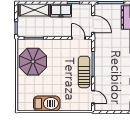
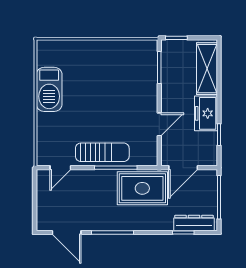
door: (78, 38) -> (159, 124), moved
rug: (105, 48) -> (142, 188), added
parasol: (33, 62) -> (120, 66), removed

